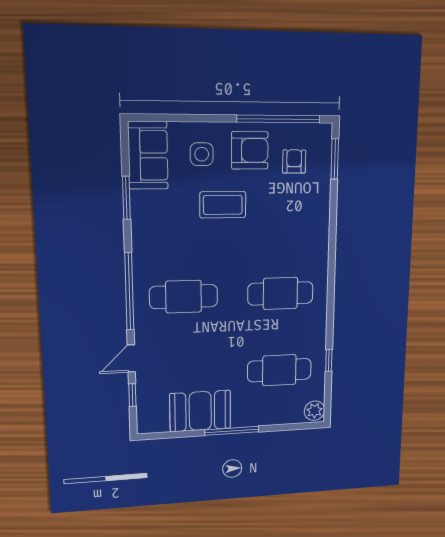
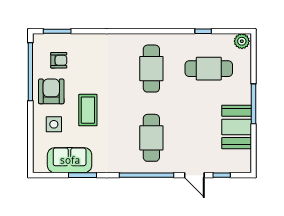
sofa: (148, 155) -> (70, 160), moved
armchair: (294, 162) -> (59, 60), turned 180
cafe table: (279, 370) -> (209, 69), turned 90

